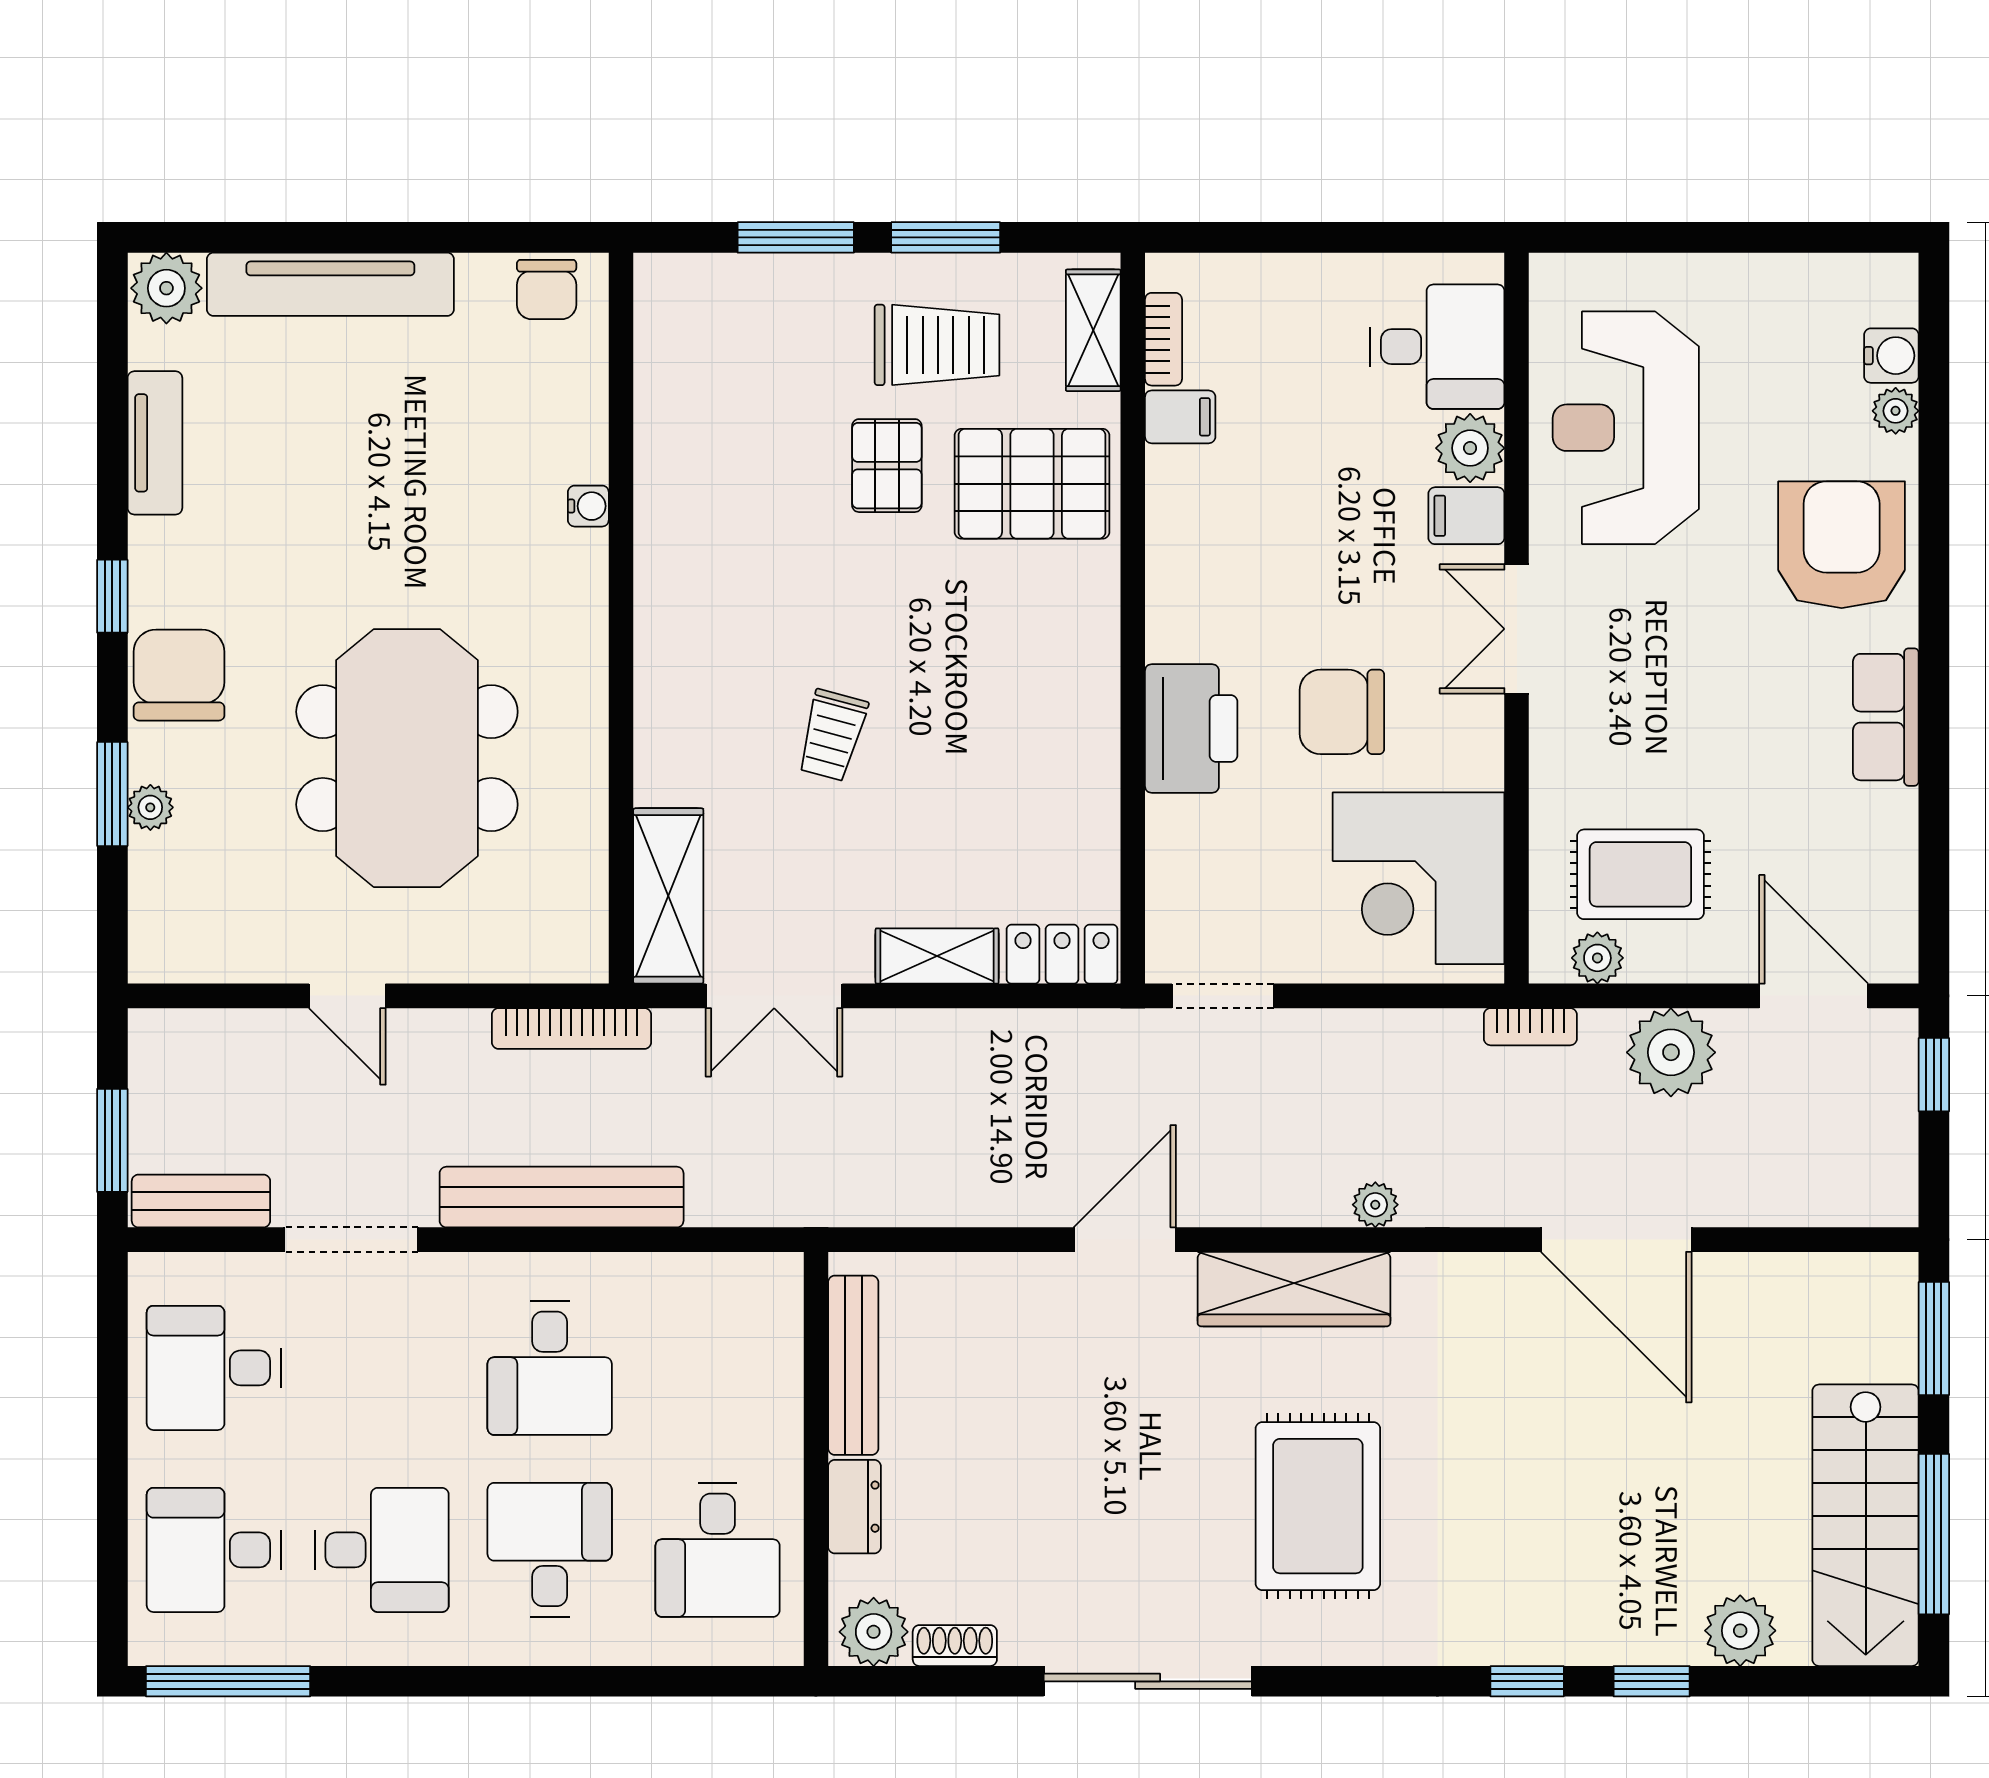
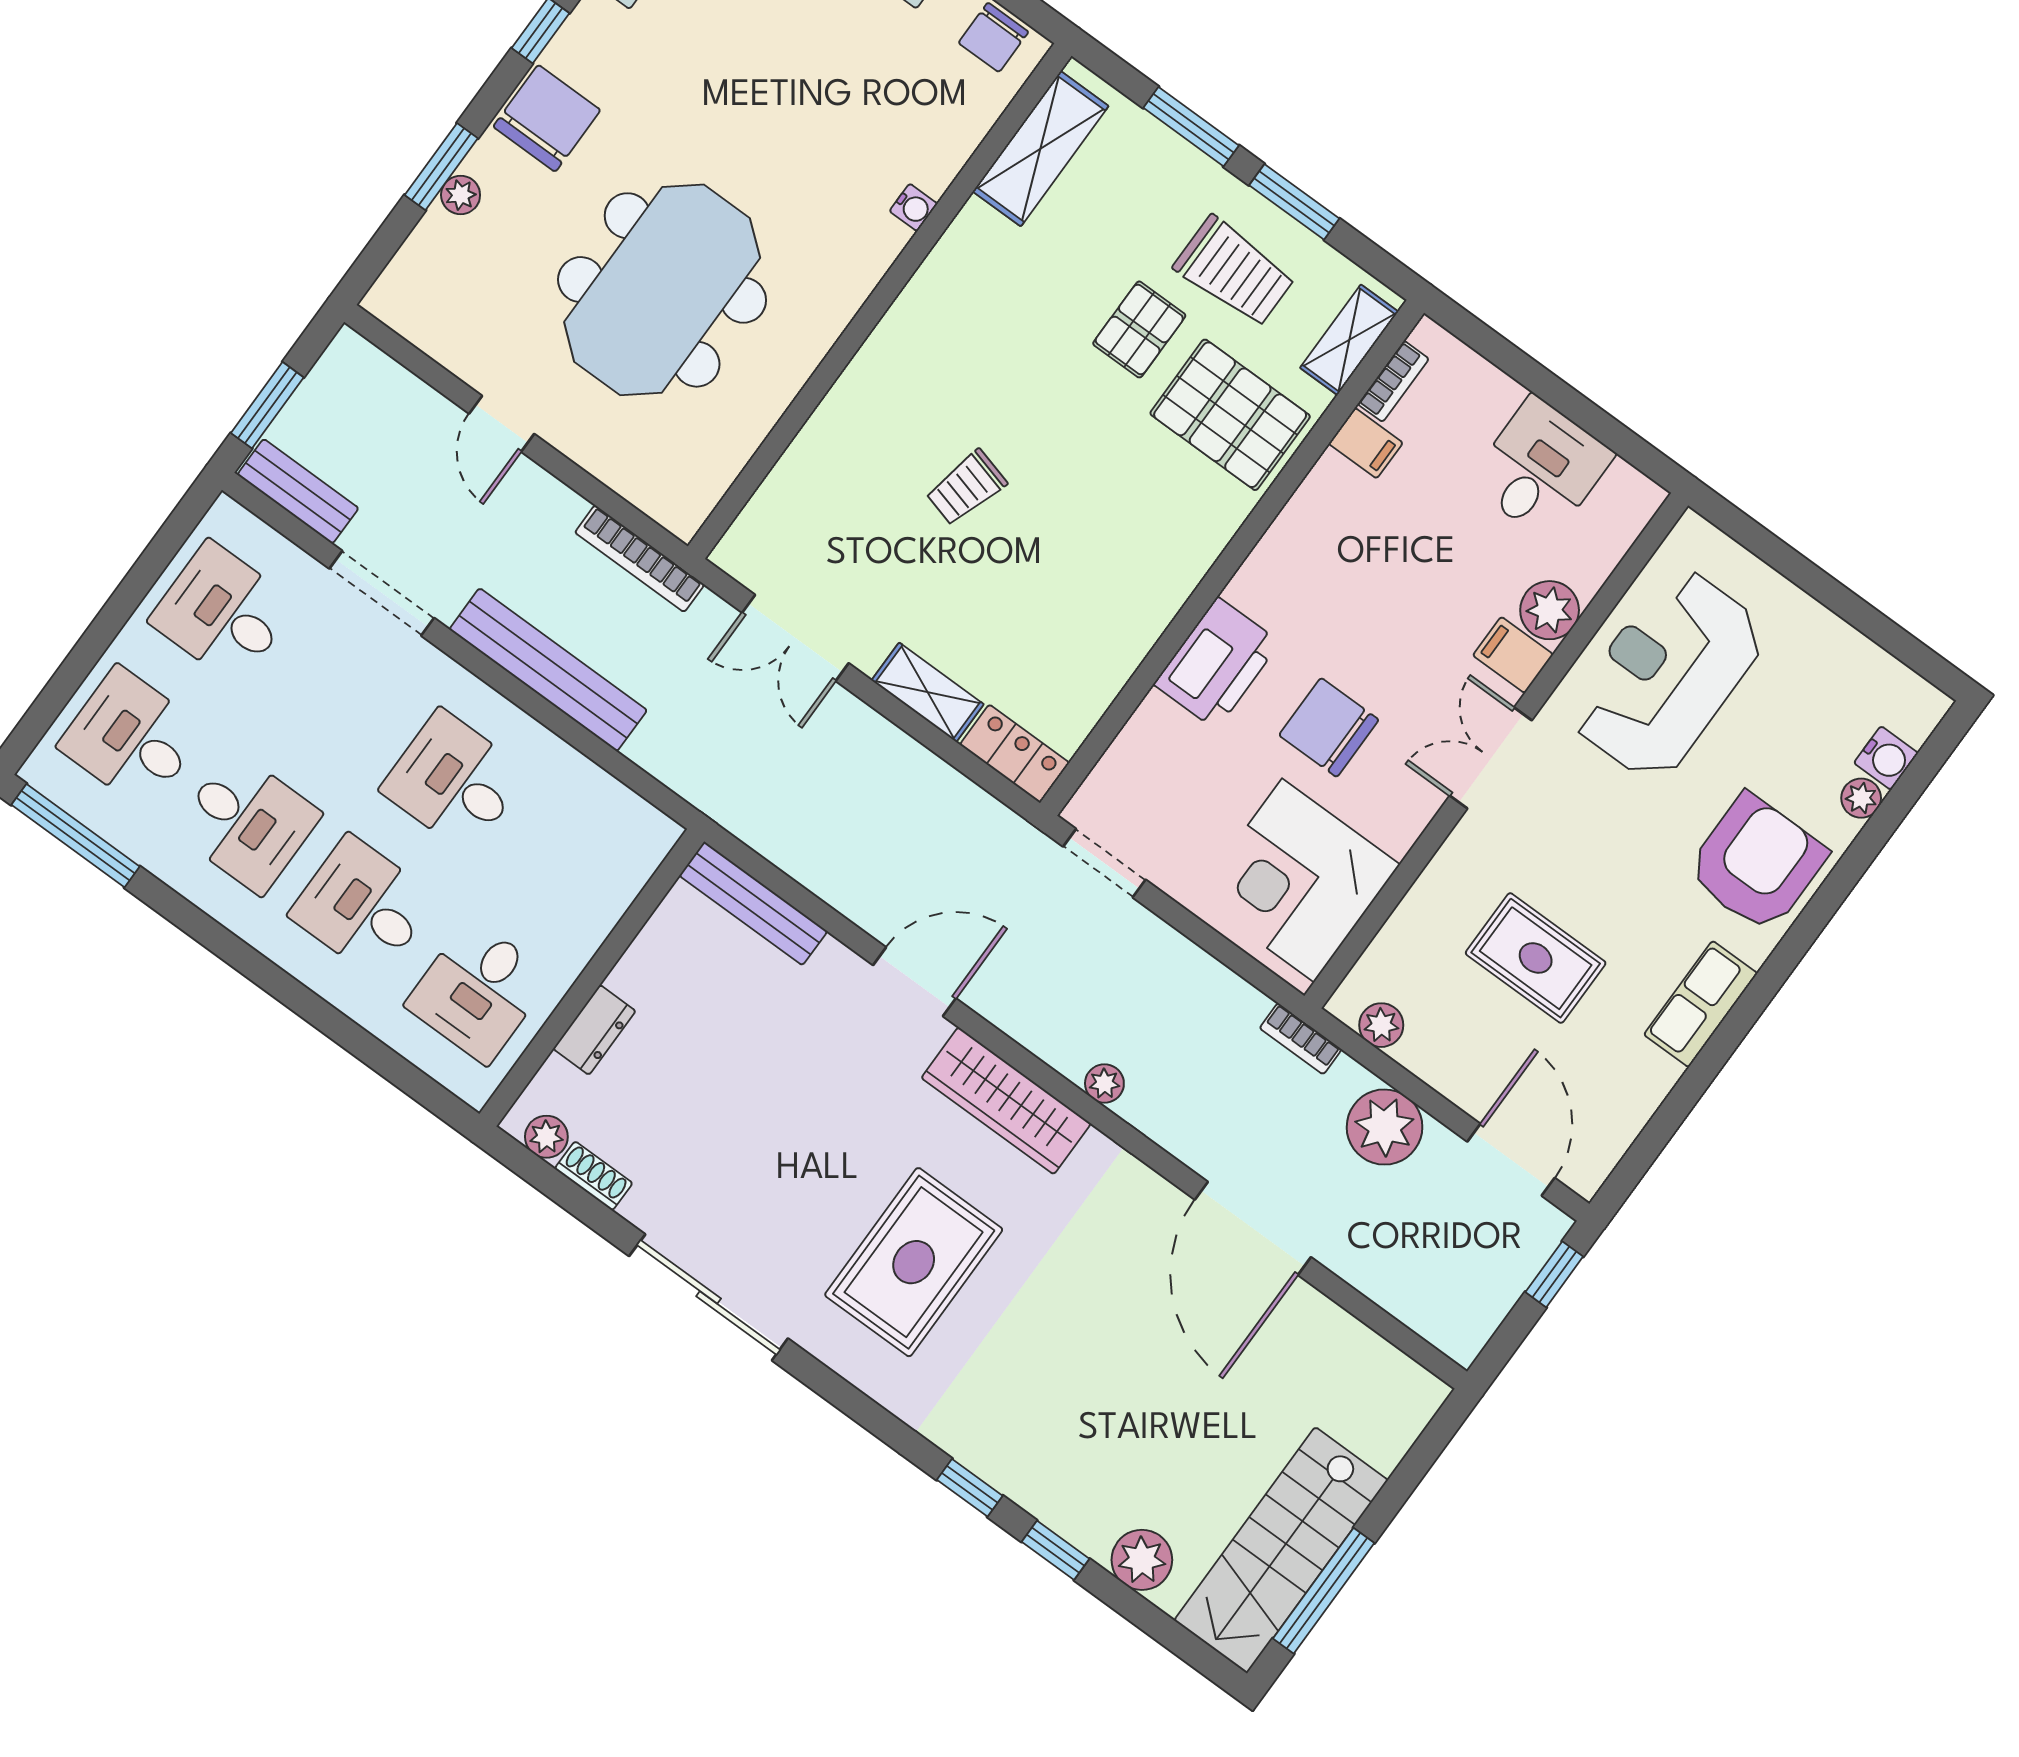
desk: (1437, 347) -> (1541, 469), moved, turned -90
rug: (1640, 874) -> (1536, 958), moved
shelving: (668, 896) -> (1041, 149), moved
window: (1934, 1339) -> (1422, 1456), removed
bench: (853, 1365) -> (753, 903), moved, turned 90
desk: (550, 1368) -> (454, 781), turned 90
desk: (550, 1550) -> (363, 907), turned -90
plant: (874, 1632) -> (546, 1137), width x0.73, depth x0.73

